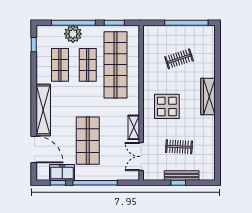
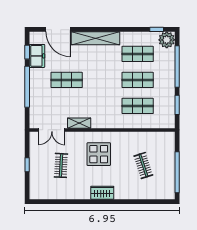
plant: (73, 34) -> (167, 40), moved
shop shelf: (115, 65) -> (138, 106), width x0.50, depth x0.74
wardrobe: (208, 97) -> (102, 193), width x0.67
shop shelf: (88, 141) -> (67, 80), width x0.70, depth x0.74
door: (34, 150) -> (58, 29), hinge flipped
double door: (141, 157) -> (52, 130), swing flipped
bench: (182, 176) -> (34, 168), removed

